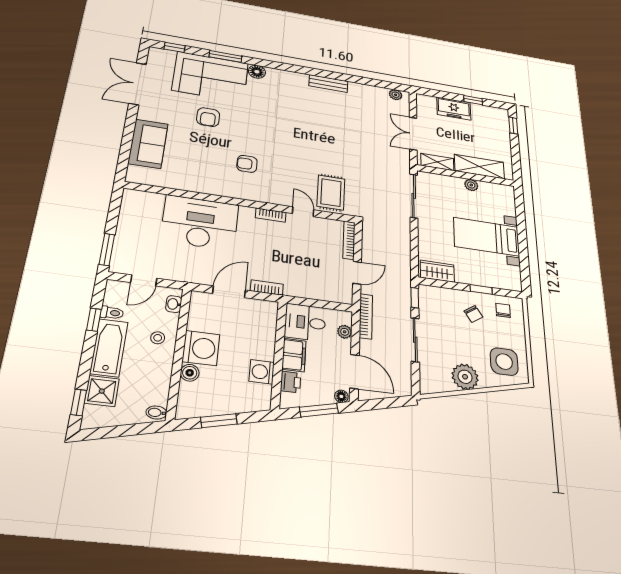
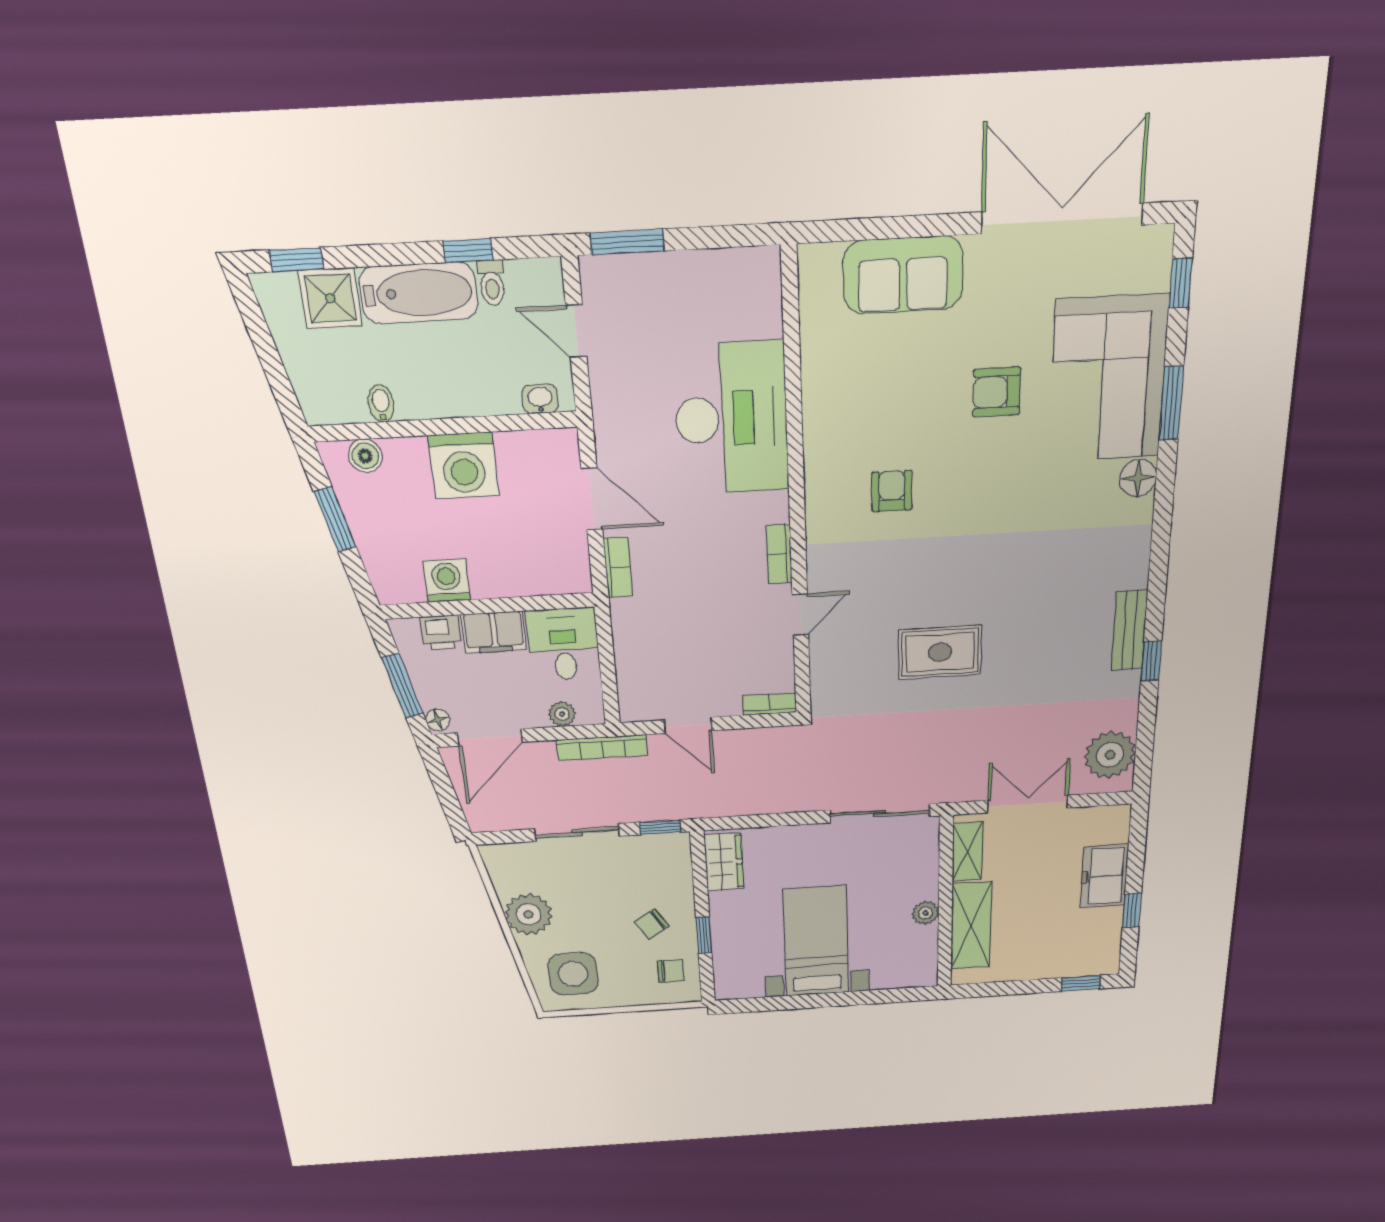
window: (344, 77) -> (1151, 661), added
double door: (138, 84) -> (1062, 219), width x1.36
plant: (396, 95) -> (1110, 755), width x1.87, depth x1.87
rug: (331, 193) -> (940, 652), moved
bookcase: (349, 240) -> (770, 704), width x0.64
stool: (158, 338) -> (463, 382), removed
boiler: (190, 373) -> (365, 456), moved
bidet: (156, 413) -> (381, 403), moved

